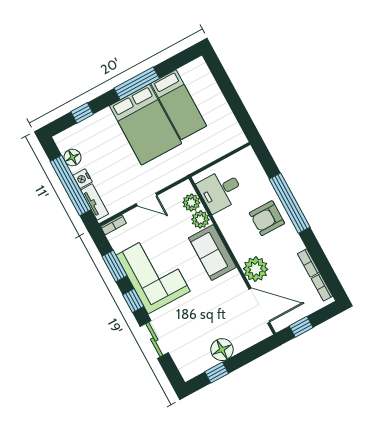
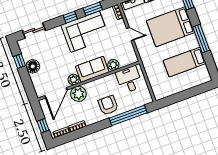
bed: (145, 125) -> (171, 27), moved
door: (147, 199) -> (130, 34), swing flipped
plant: (191, 203) -> (74, 80), moved
window: (290, 203) -> (128, 115), moved
window: (301, 327) -> (43, 126), moved
sliding door: (154, 339) -> (34, 30), moved

